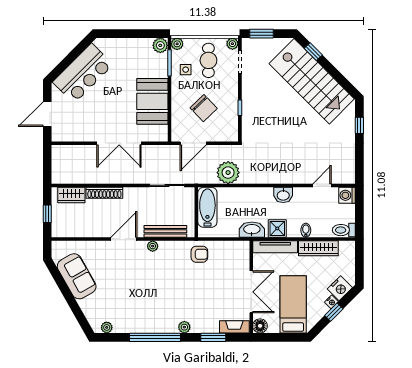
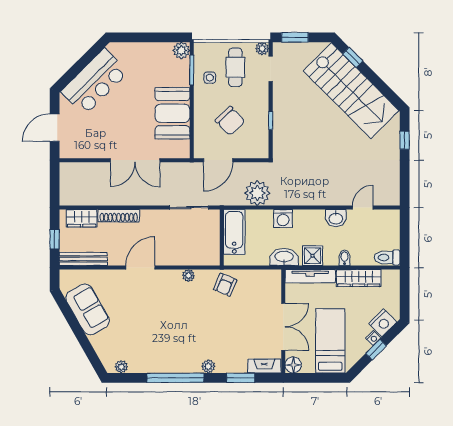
plant: (177, 44) -> (200, 49), removed
washbasin: (283, 195) -> (336, 218), moved
washing machine: (347, 195) -> (283, 219), moved, turned -90
bench: (165, 231) -> (83, 259), moved
plant: (153, 246) -> (188, 276), moved
armchair: (199, 254) -> (225, 285), turned 113

